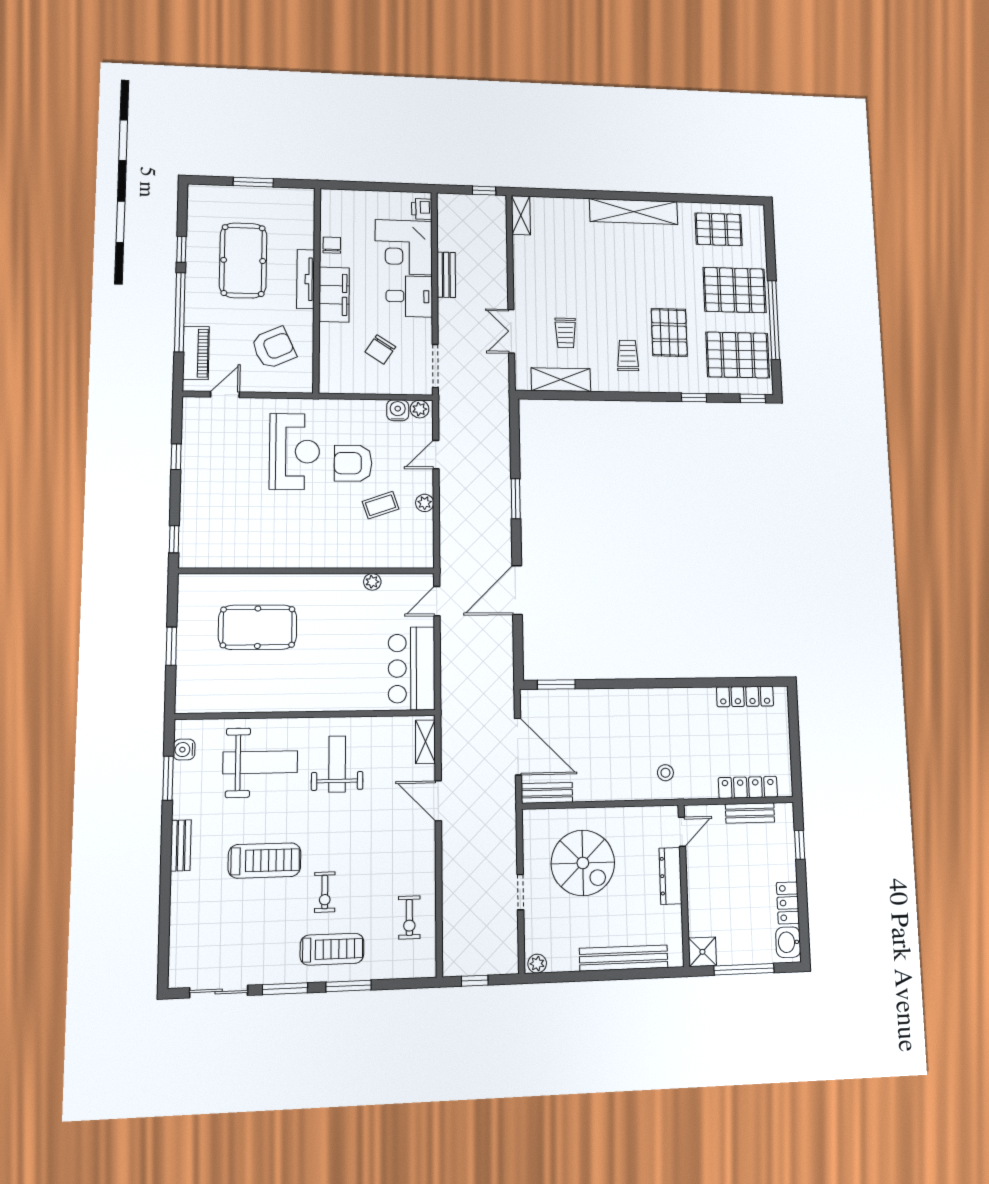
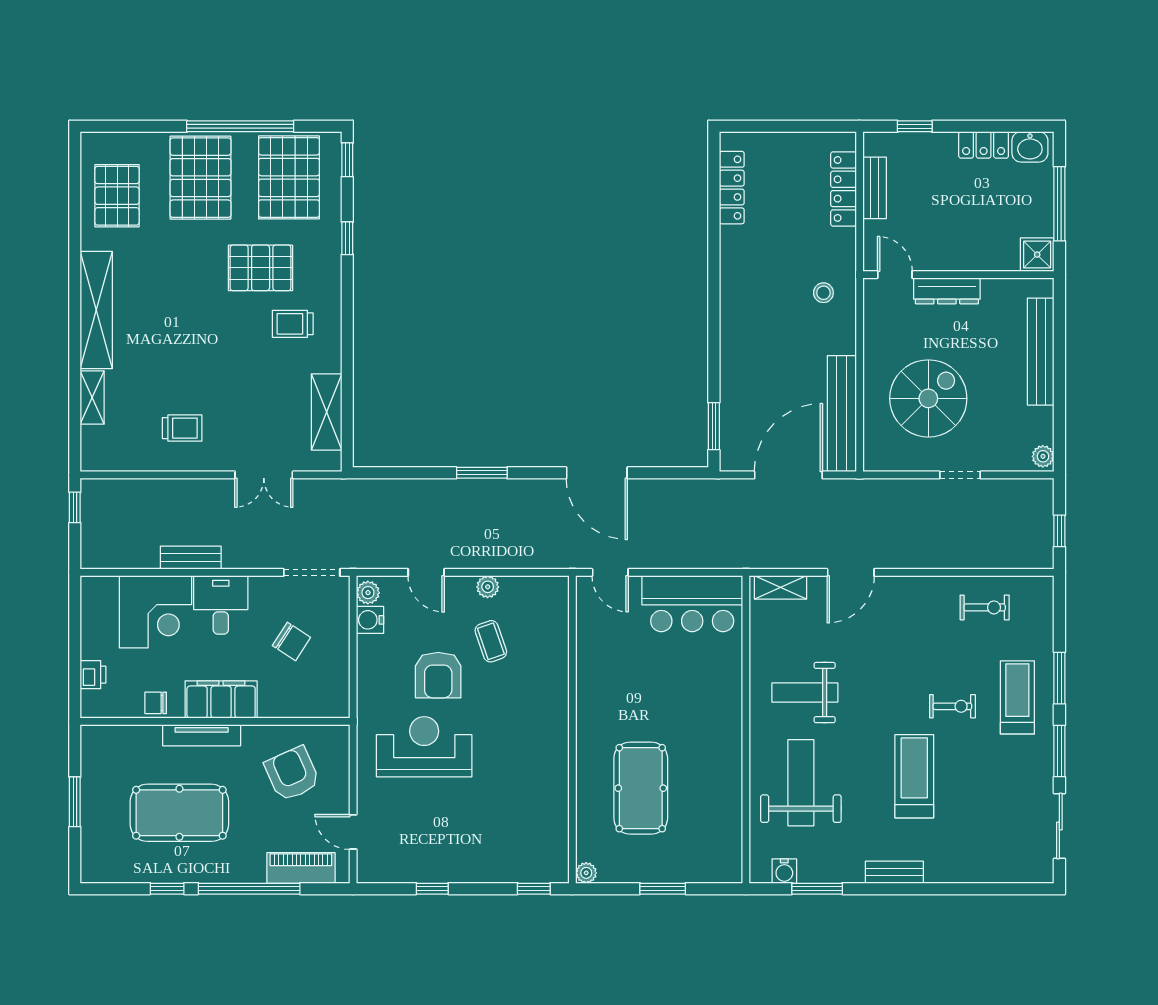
printer: (422, 209) -> (93, 675), moved, turned -90
shelving: (521, 215) -> (92, 397), moved, turned 90
trolley: (565, 333) -> (182, 428), moved
plant: (372, 582) -> (586, 873), moved
bench: (547, 793) -> (842, 414), width x1.86, depth x1.21

